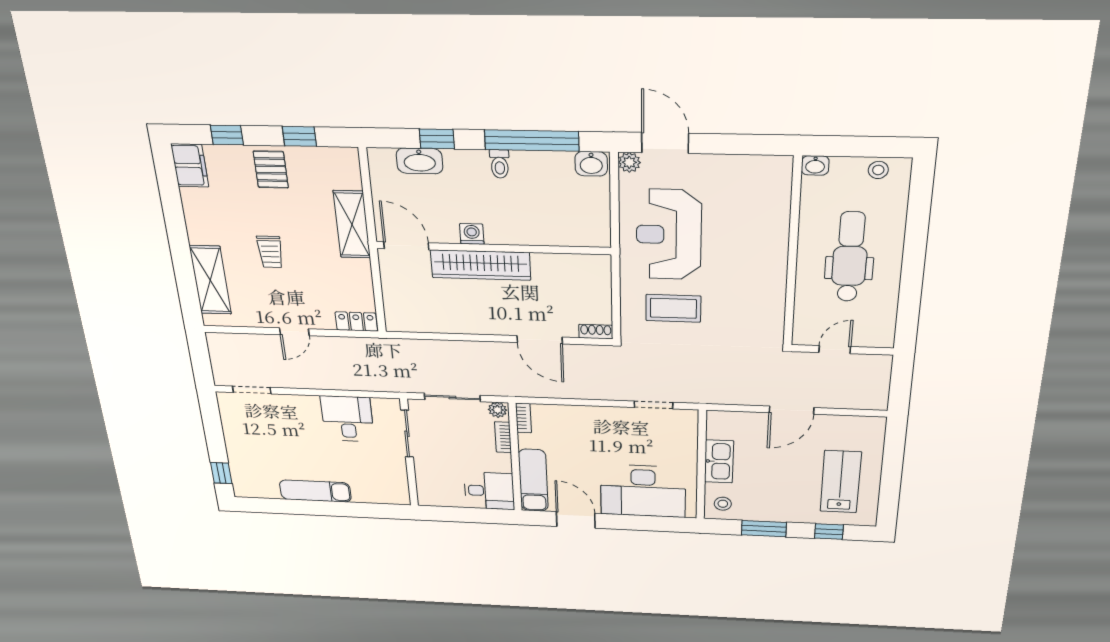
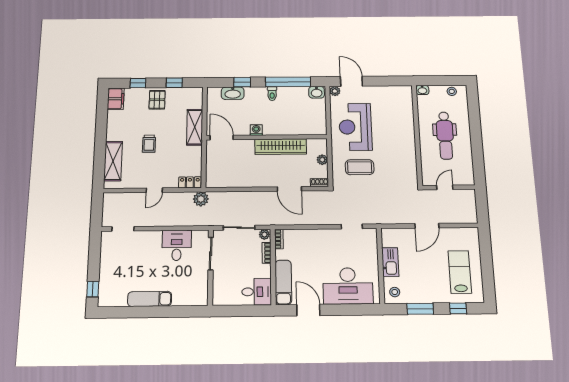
dental chair: (850, 257) -> (445, 135), turned 180
wardrobe: (481, 265) -> (281, 147), moved
plant: (602, 293) -> (322, 160), added
plant: (380, 349) -> (201, 199), added

